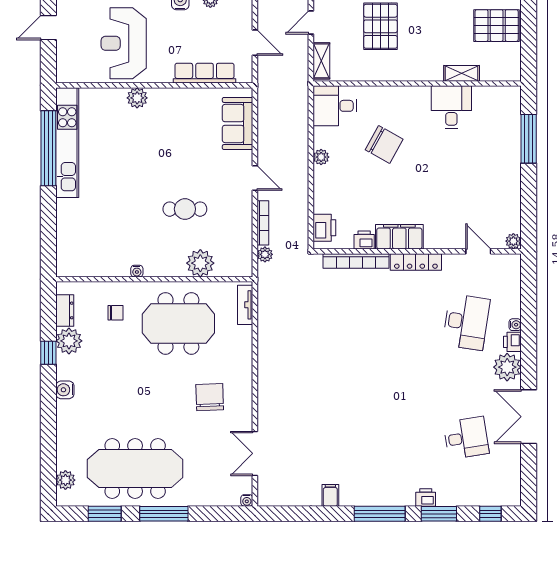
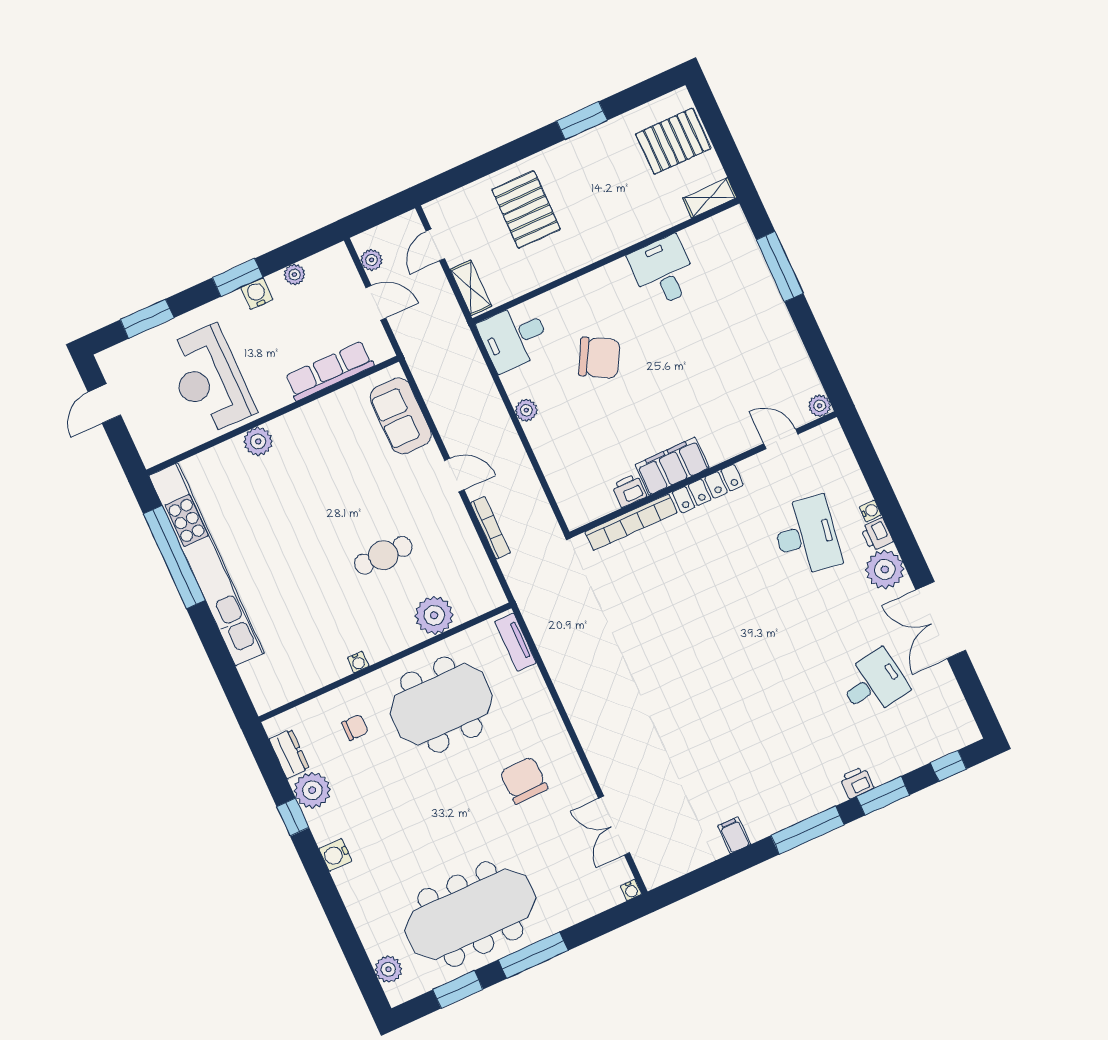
shelving: (462, 73) -> (710, 198), moved
kitchen unit: (67, 143) -> (207, 564), width x1.36
printer: (324, 228) -> (572, 498), removed
plant: (265, 254) -> (372, 260), moved

